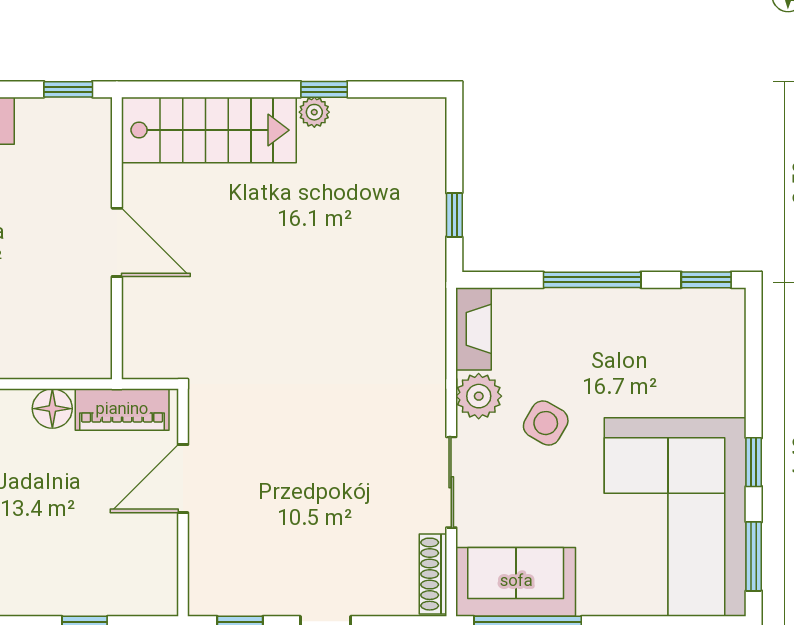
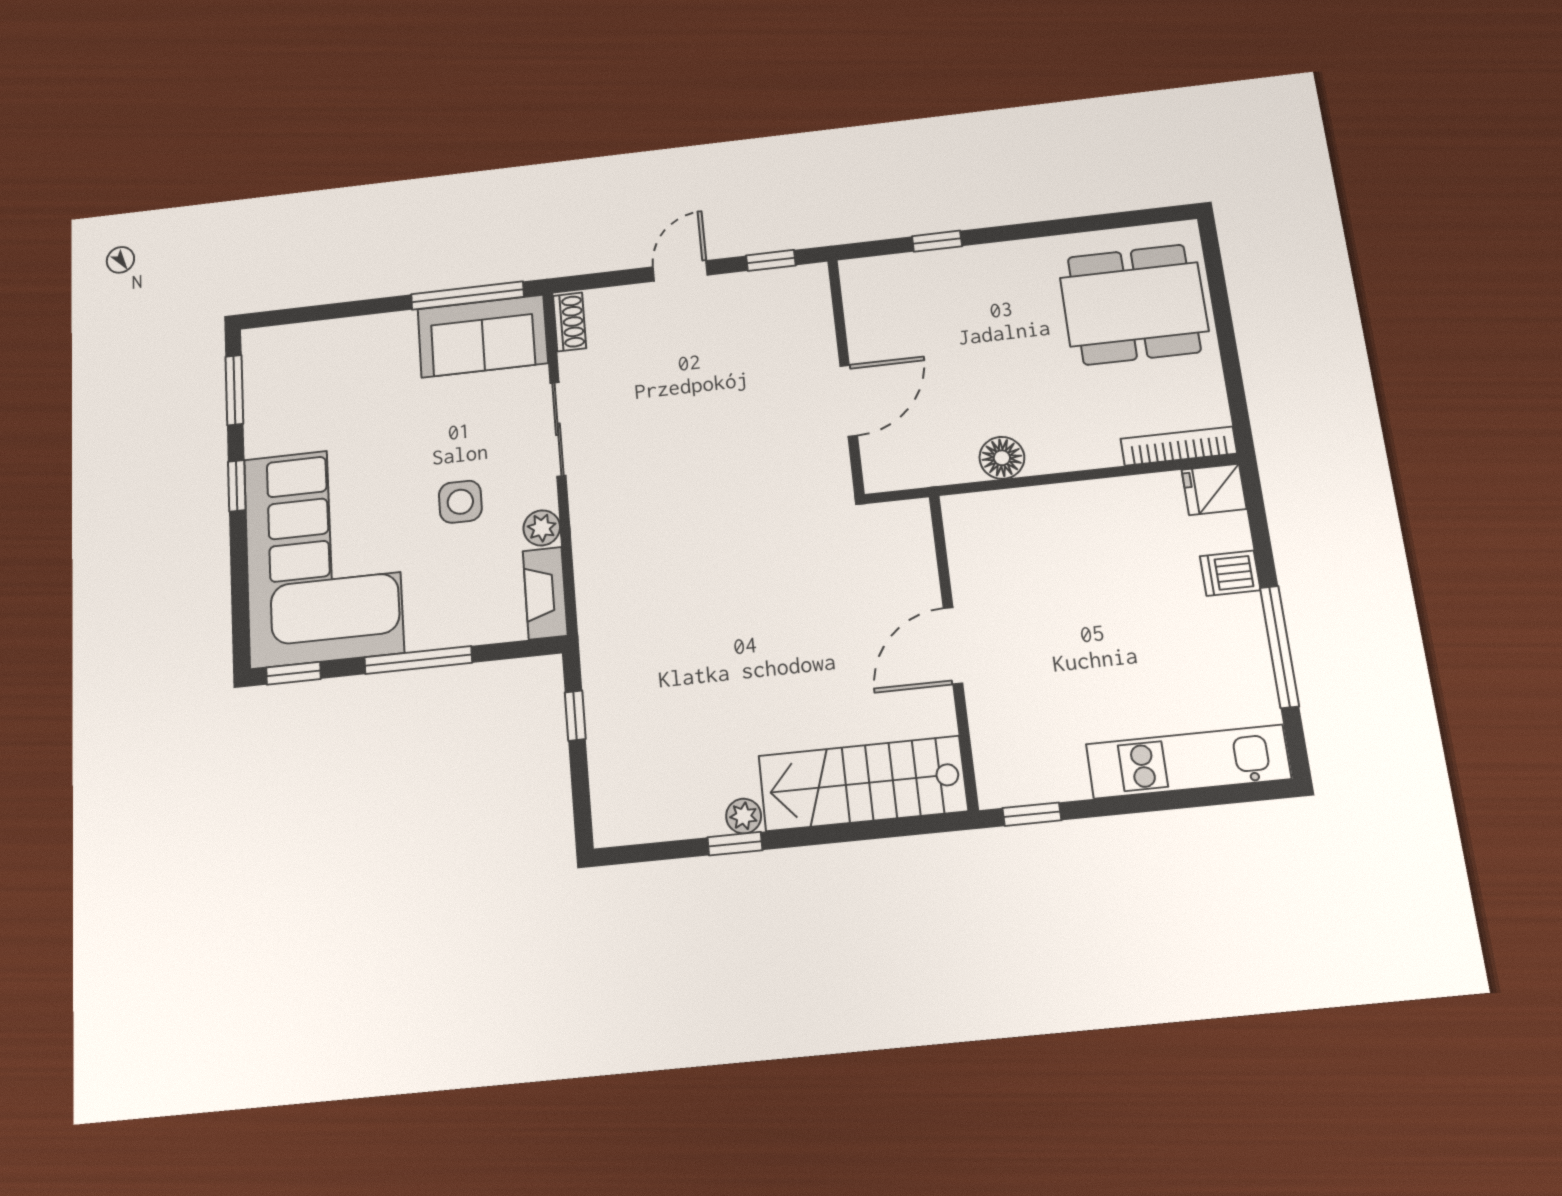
door: (117, 242) -> (953, 646), hinge flipped
plant: (479, 396) -> (542, 528), width x0.73, depth x0.73
piano: (122, 410) -> (924, 465), removed
side table: (546, 423) -> (460, 502), turned -30
corner sofa: (675, 517) -> (323, 555), moved
shoe rack: (433, 574) -> (570, 322), width x0.70

